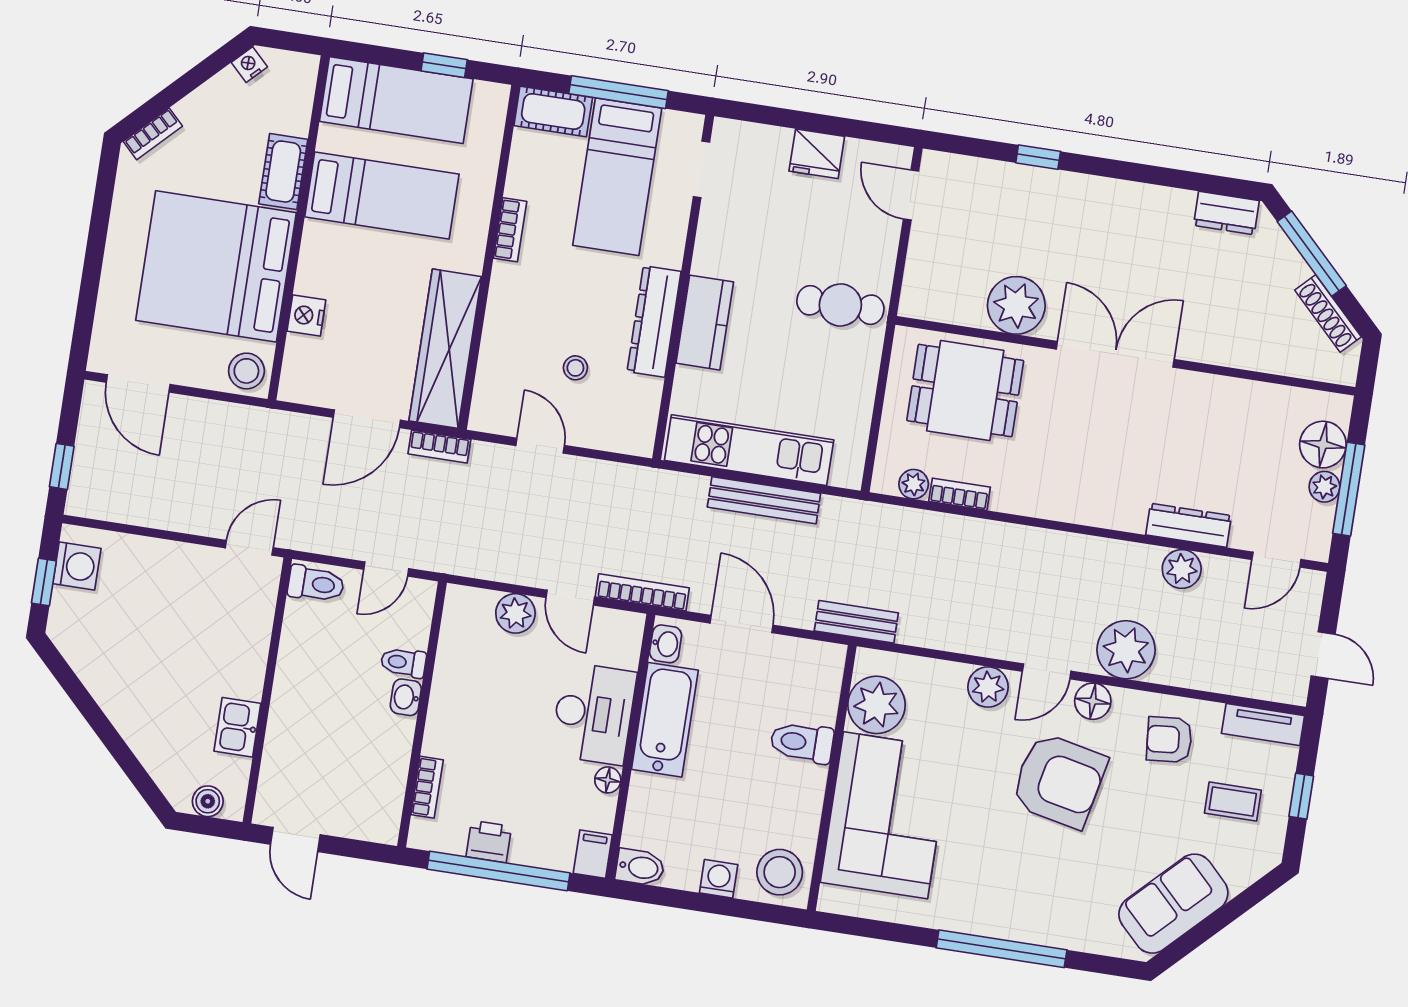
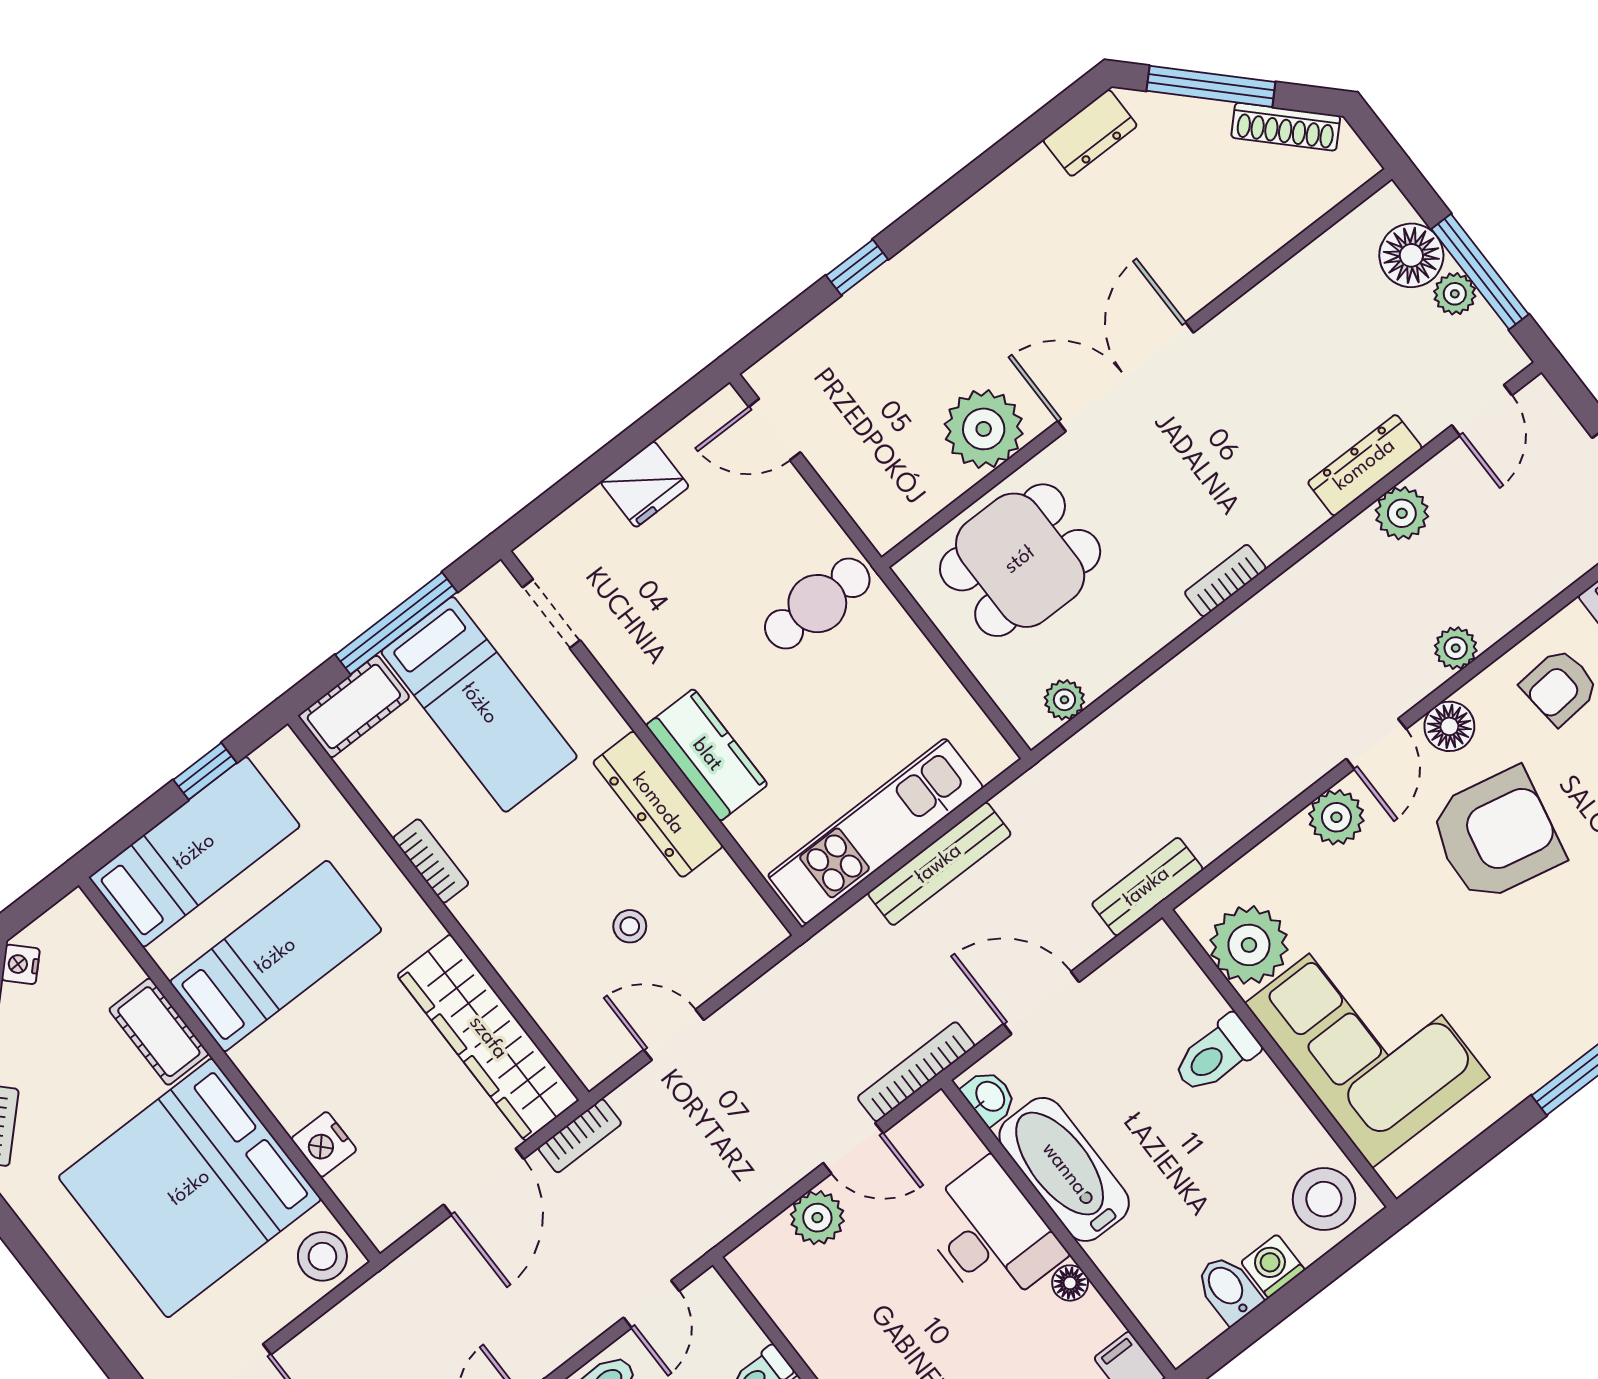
bookcase: (960, 494) -> (1225, 581), moved
plant: (1126, 650) -> (1456, 648), width x0.53, depth x0.53
bidet: (640, 867) -> (1228, 1289), moved, turned -90

